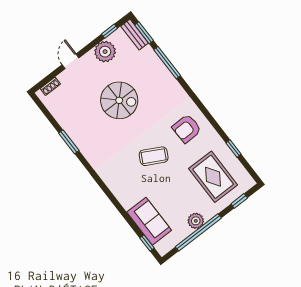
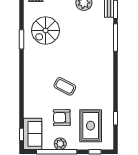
spiral stairs: (119, 100) -> (46, 30), moved, turned 90
armchair: (187, 129) -> (62, 118), moved
sofa: (149, 221) -> (33, 134), moved

